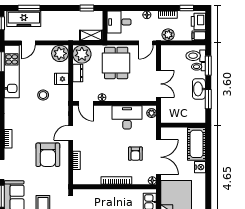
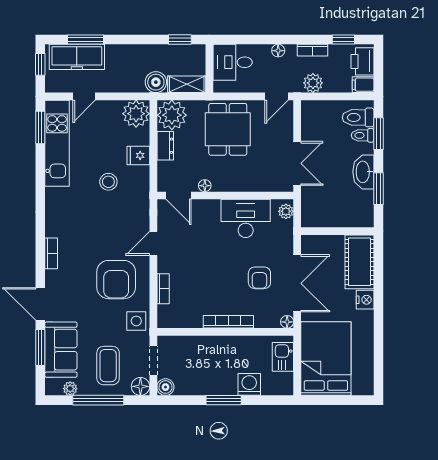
boiler: (72, 34) -> (156, 82), added
side table: (60, 180) -> (136, 321), added

